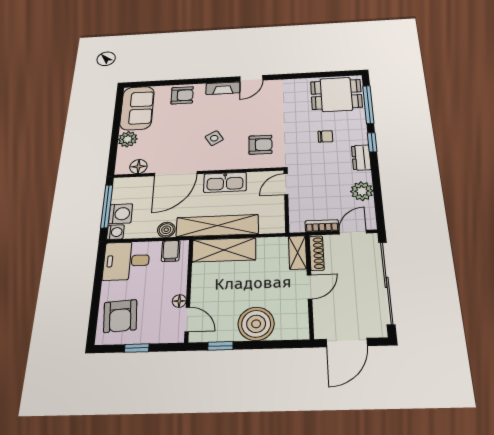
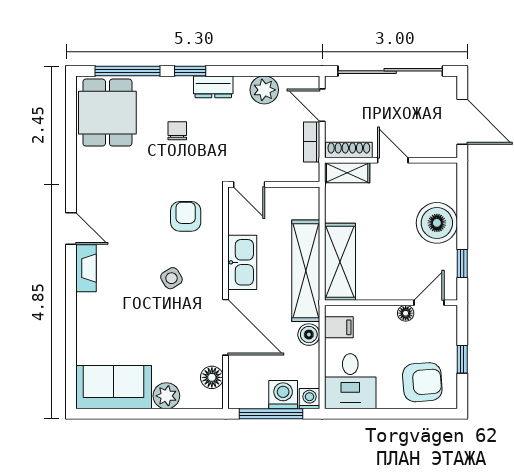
armchair: (182, 95) -> (95, 325), removed

